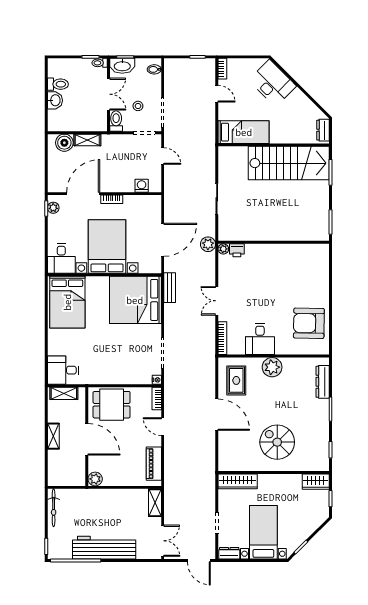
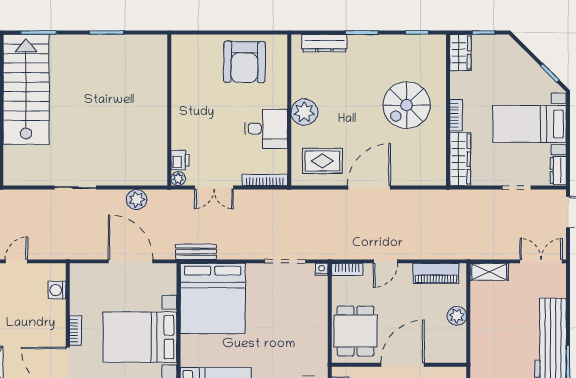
wall: (274, 242) -> (169, 110), moved
plant: (223, 249) -> (178, 179), moved
printer: (237, 250) -> (180, 160), moved
bookcase: (270, 478) -> (456, 115), added
plant: (95, 479) -> (457, 316), moved

